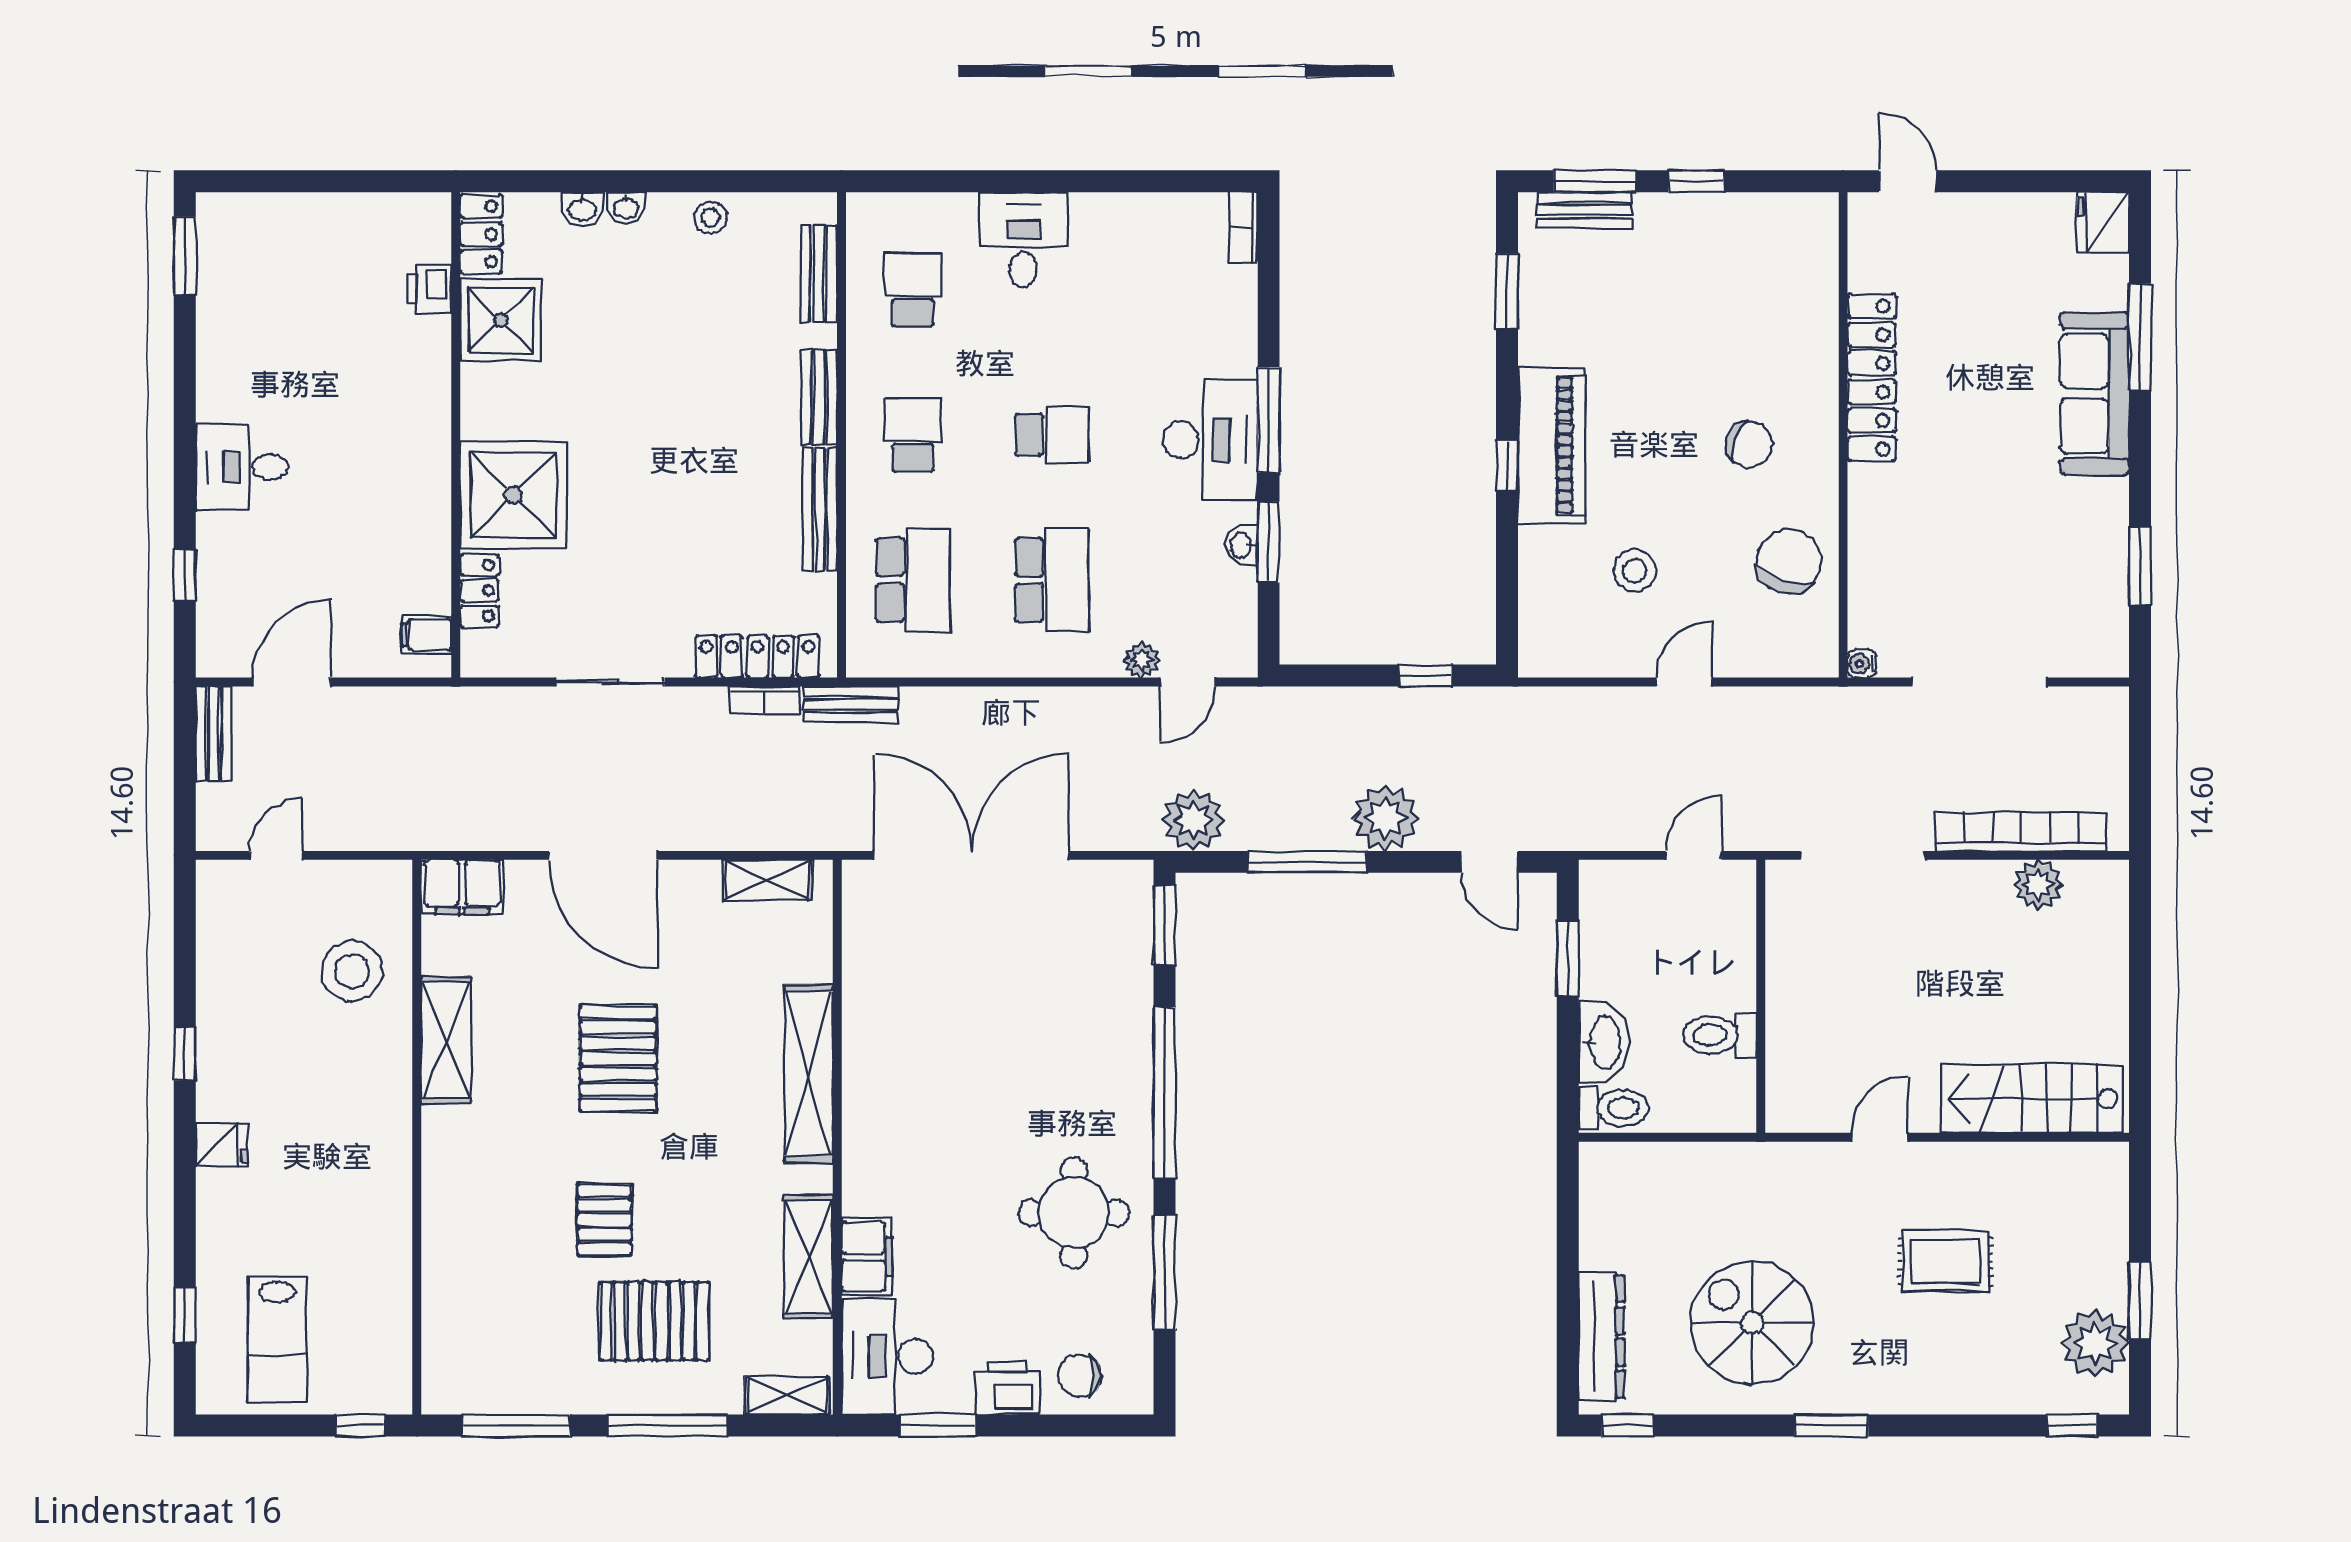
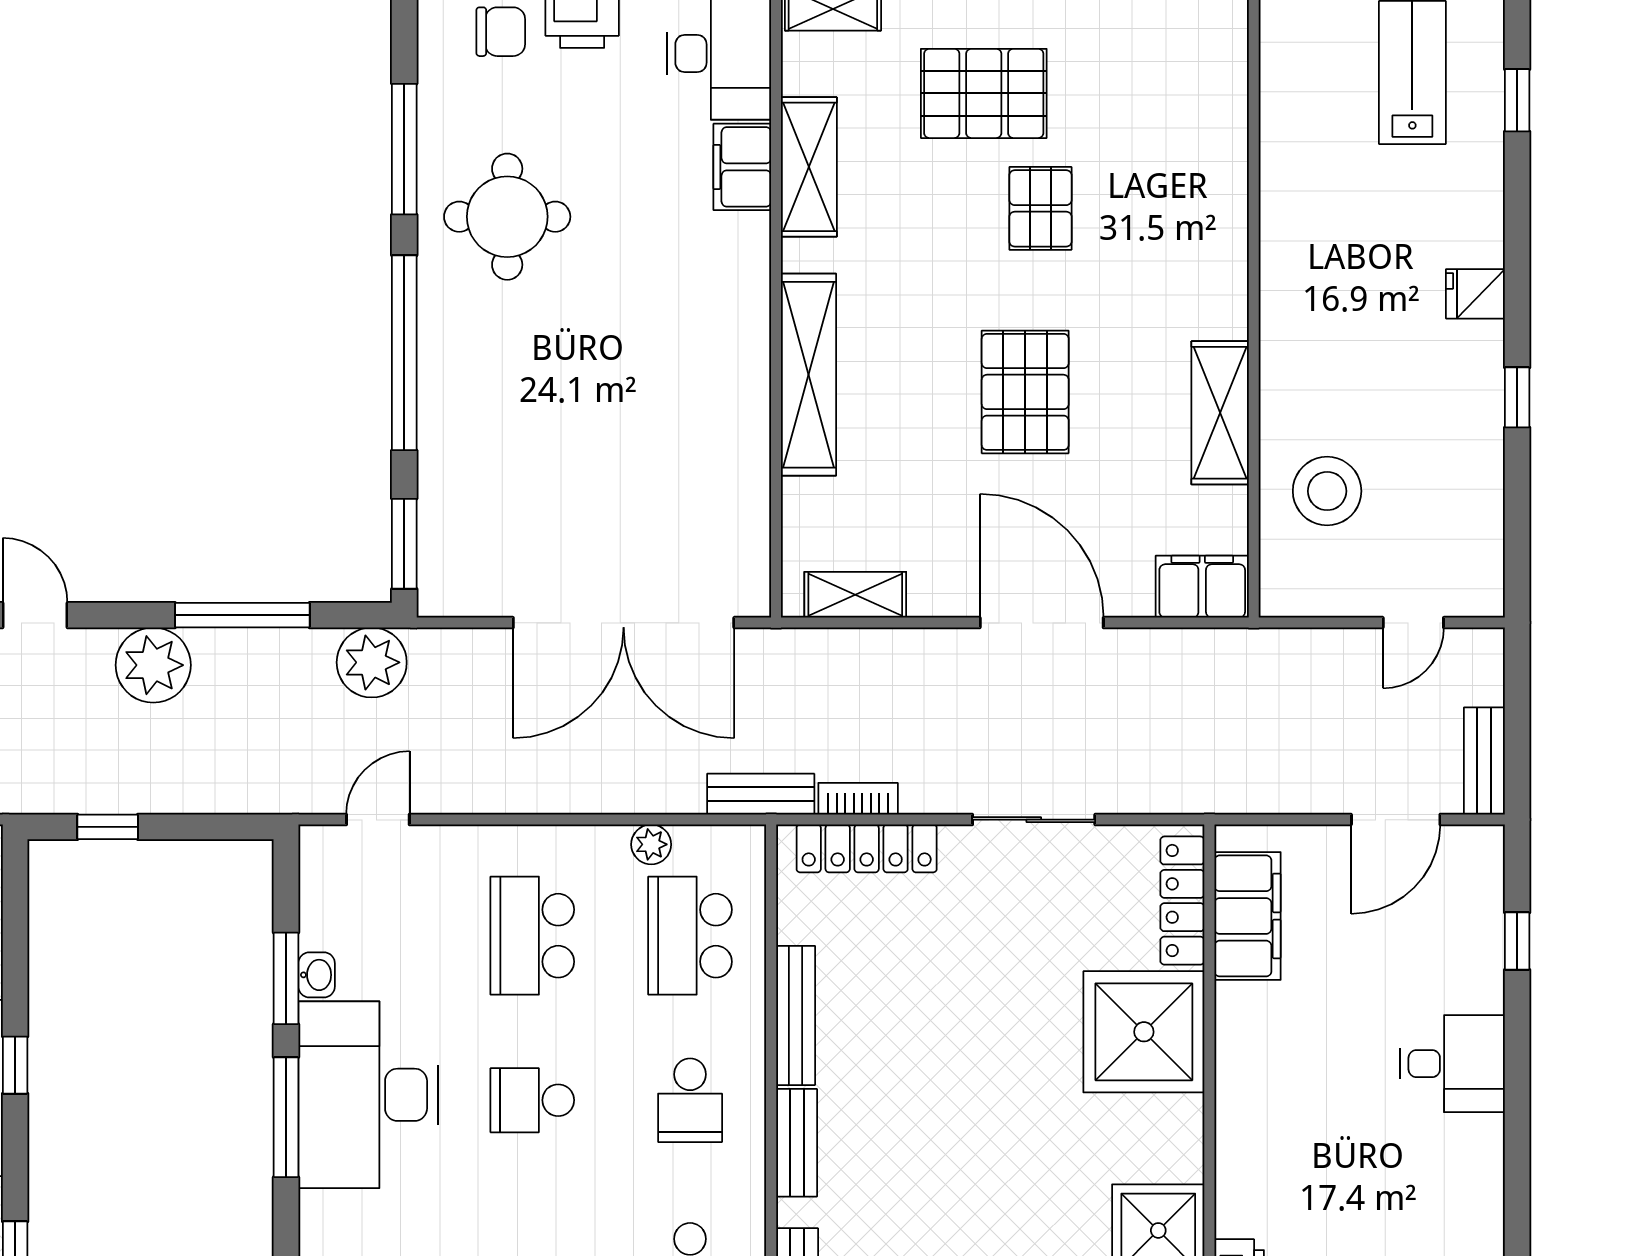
desk: (1210, 440) -> (368, 1095), width x1.36, depth x1.30
locker: (479, 590) -> (1182, 901), width x1.53
filing cabinet: (426, 635) -> (1247, 916), width x3.00, depth x1.17
plant: (1142, 660) -> (651, 844), moved

